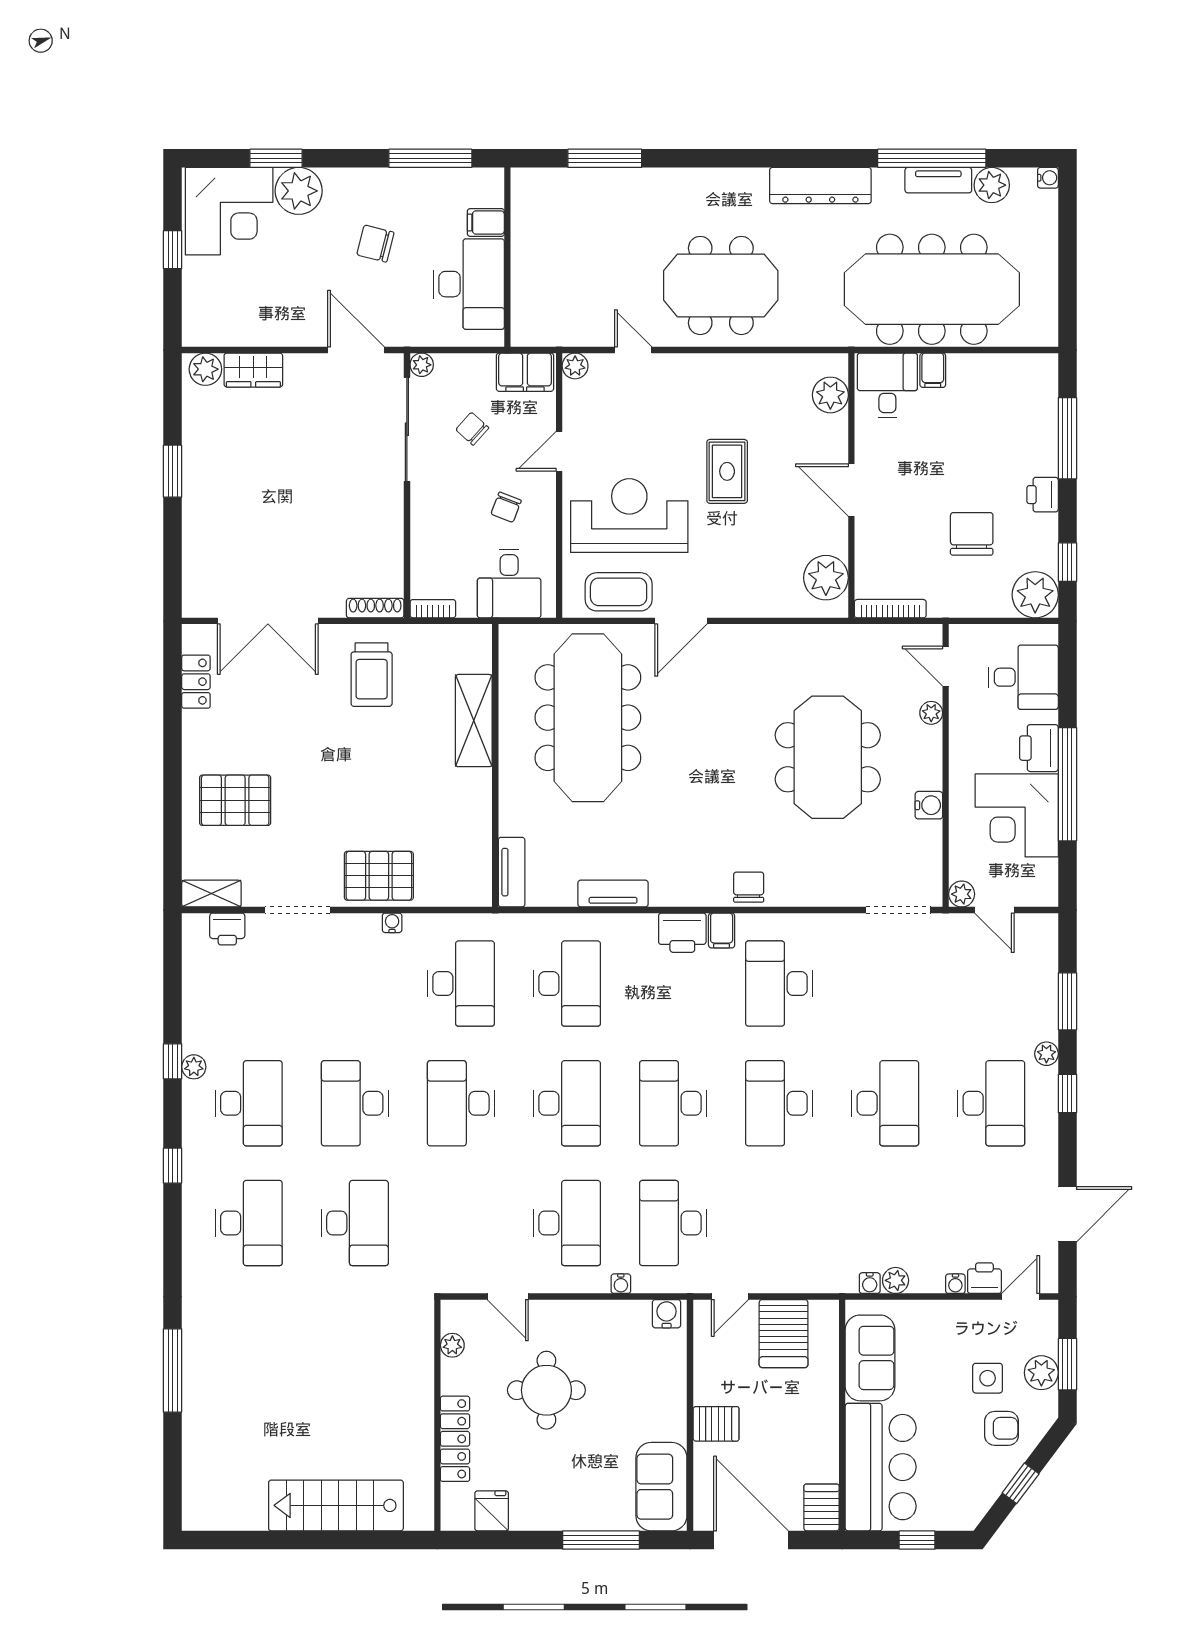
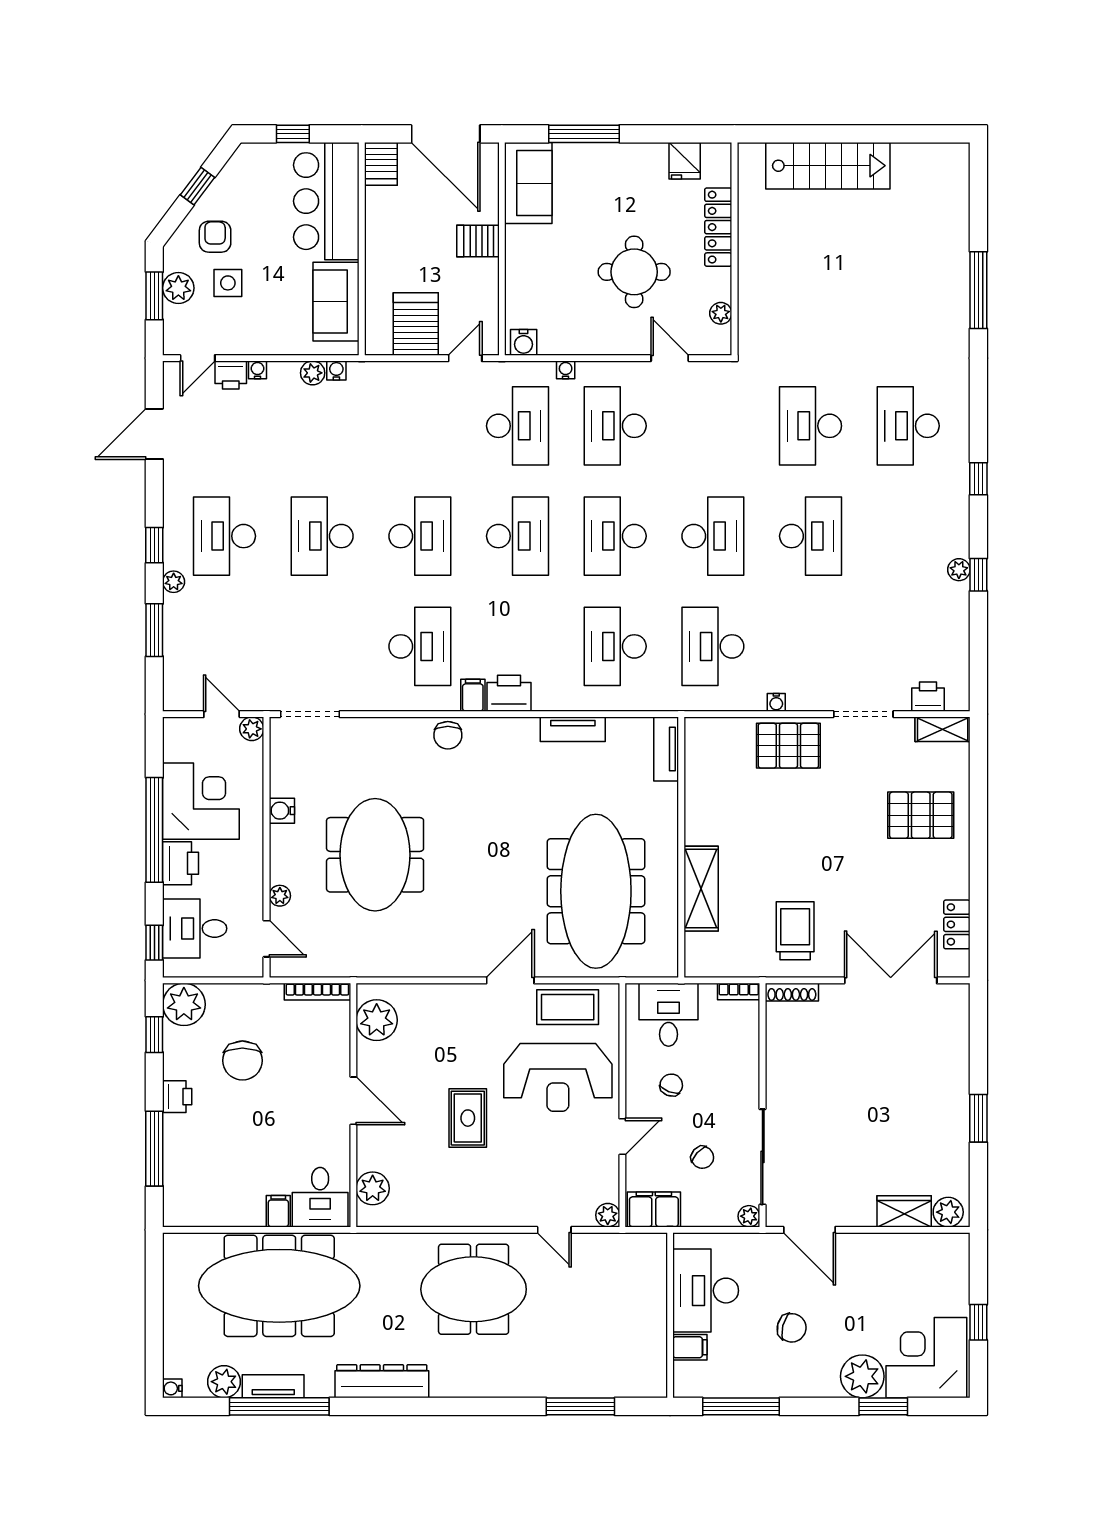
window: (1067, 662) -> (154, 943), added
desk: (249, 1103) -> (908, 536), removed
armchair: (1002, 1428) -> (215, 237), turned 90

